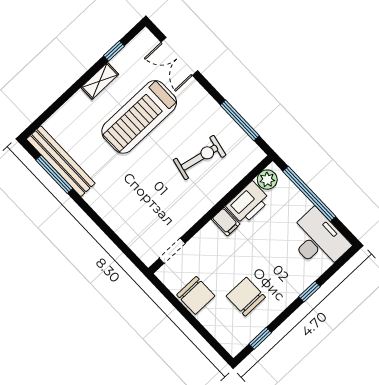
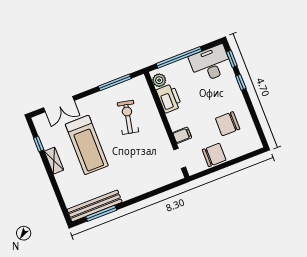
filing cabinet: (226, 222) -> (182, 135), moved
window: (260, 338) -> (232, 59), moved

